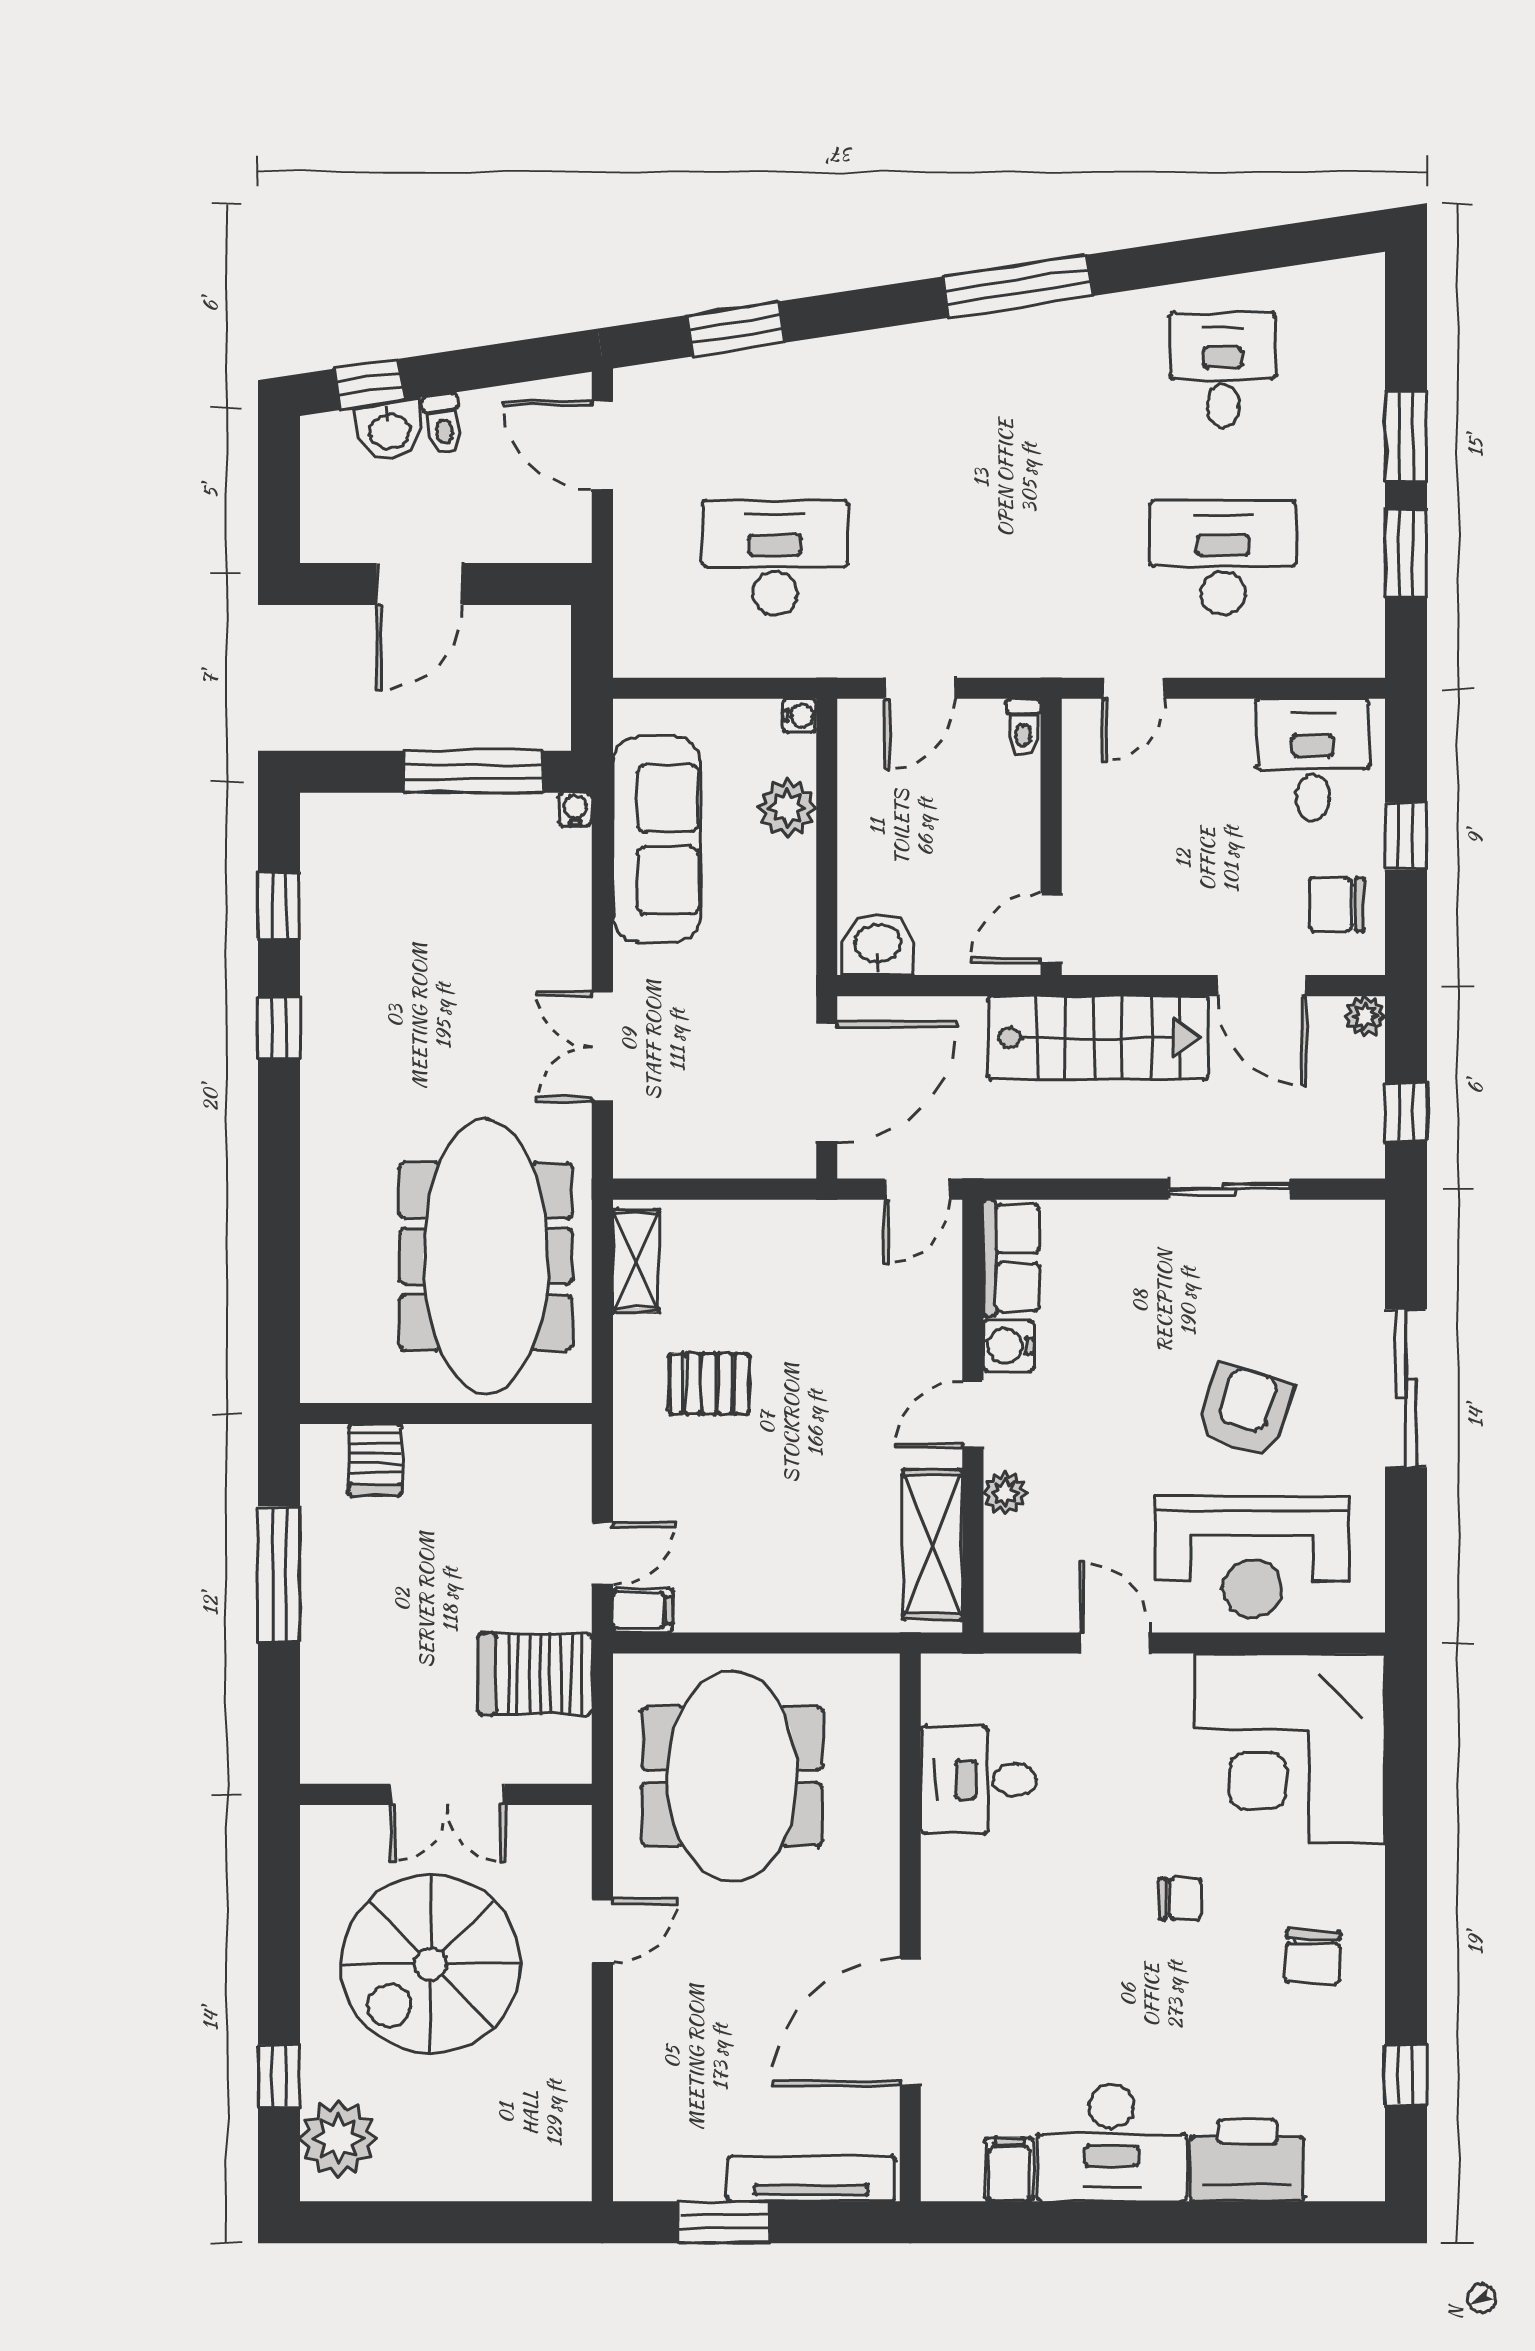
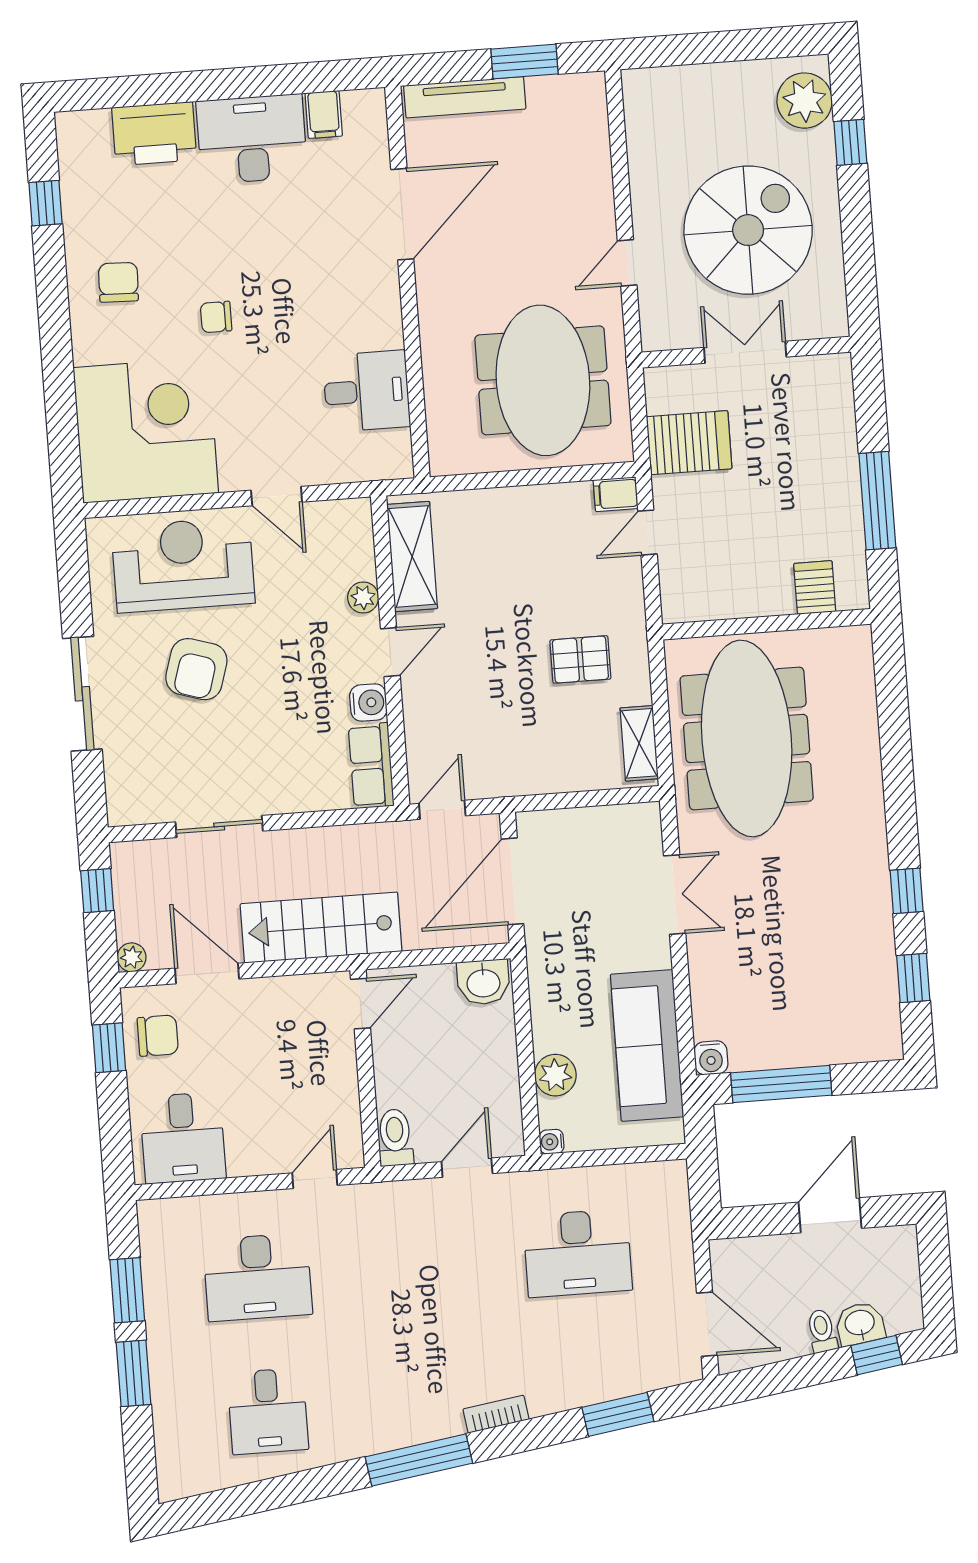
bookcase: (905, 342) -> (496, 1414), added
toilet: (1023, 727) -> (395, 1137), width x1.37, depth x1.39
water cooler: (575, 809) -> (711, 1058), width x1.38, depth x1.38
window: (1406, 836) -> (109, 1048), moved

